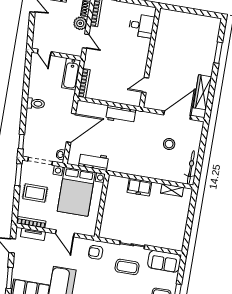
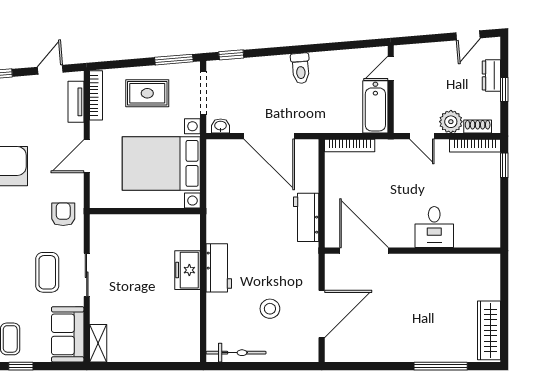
desk: (141, 26) -> (434, 227), moved
door: (86, 41) -> (422, 136), hinge flipped
window: (218, 53) -> (441, 366), width x1.44
bathtub: (71, 74) -> (375, 107), moved, turned -90
door: (145, 85) -> (364, 251), width x1.87
wardrobe: (202, 92) -> (489, 330), moved, turned -90
door: (177, 115) -> (322, 314), hinge flipped
workbench: (94, 161) -> (219, 268), moved
shelving: (172, 190) -> (98, 343), moved
rug: (35, 193) -> (147, 93), turned 90

